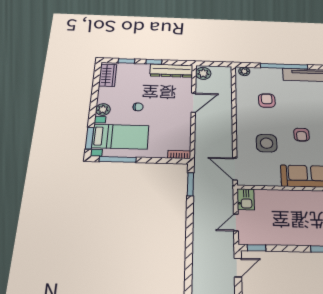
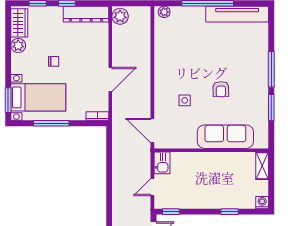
armchair: (267, 101) -> (187, 49), removed
door: (193, 103) -> (110, 79), moved
plant: (103, 110) -> (18, 46), moved
side table: (267, 143) -> (185, 100), width x0.54, depth x0.54
window: (118, 159) -> (51, 123), moved
window: (190, 184) -> (109, 148), removed

